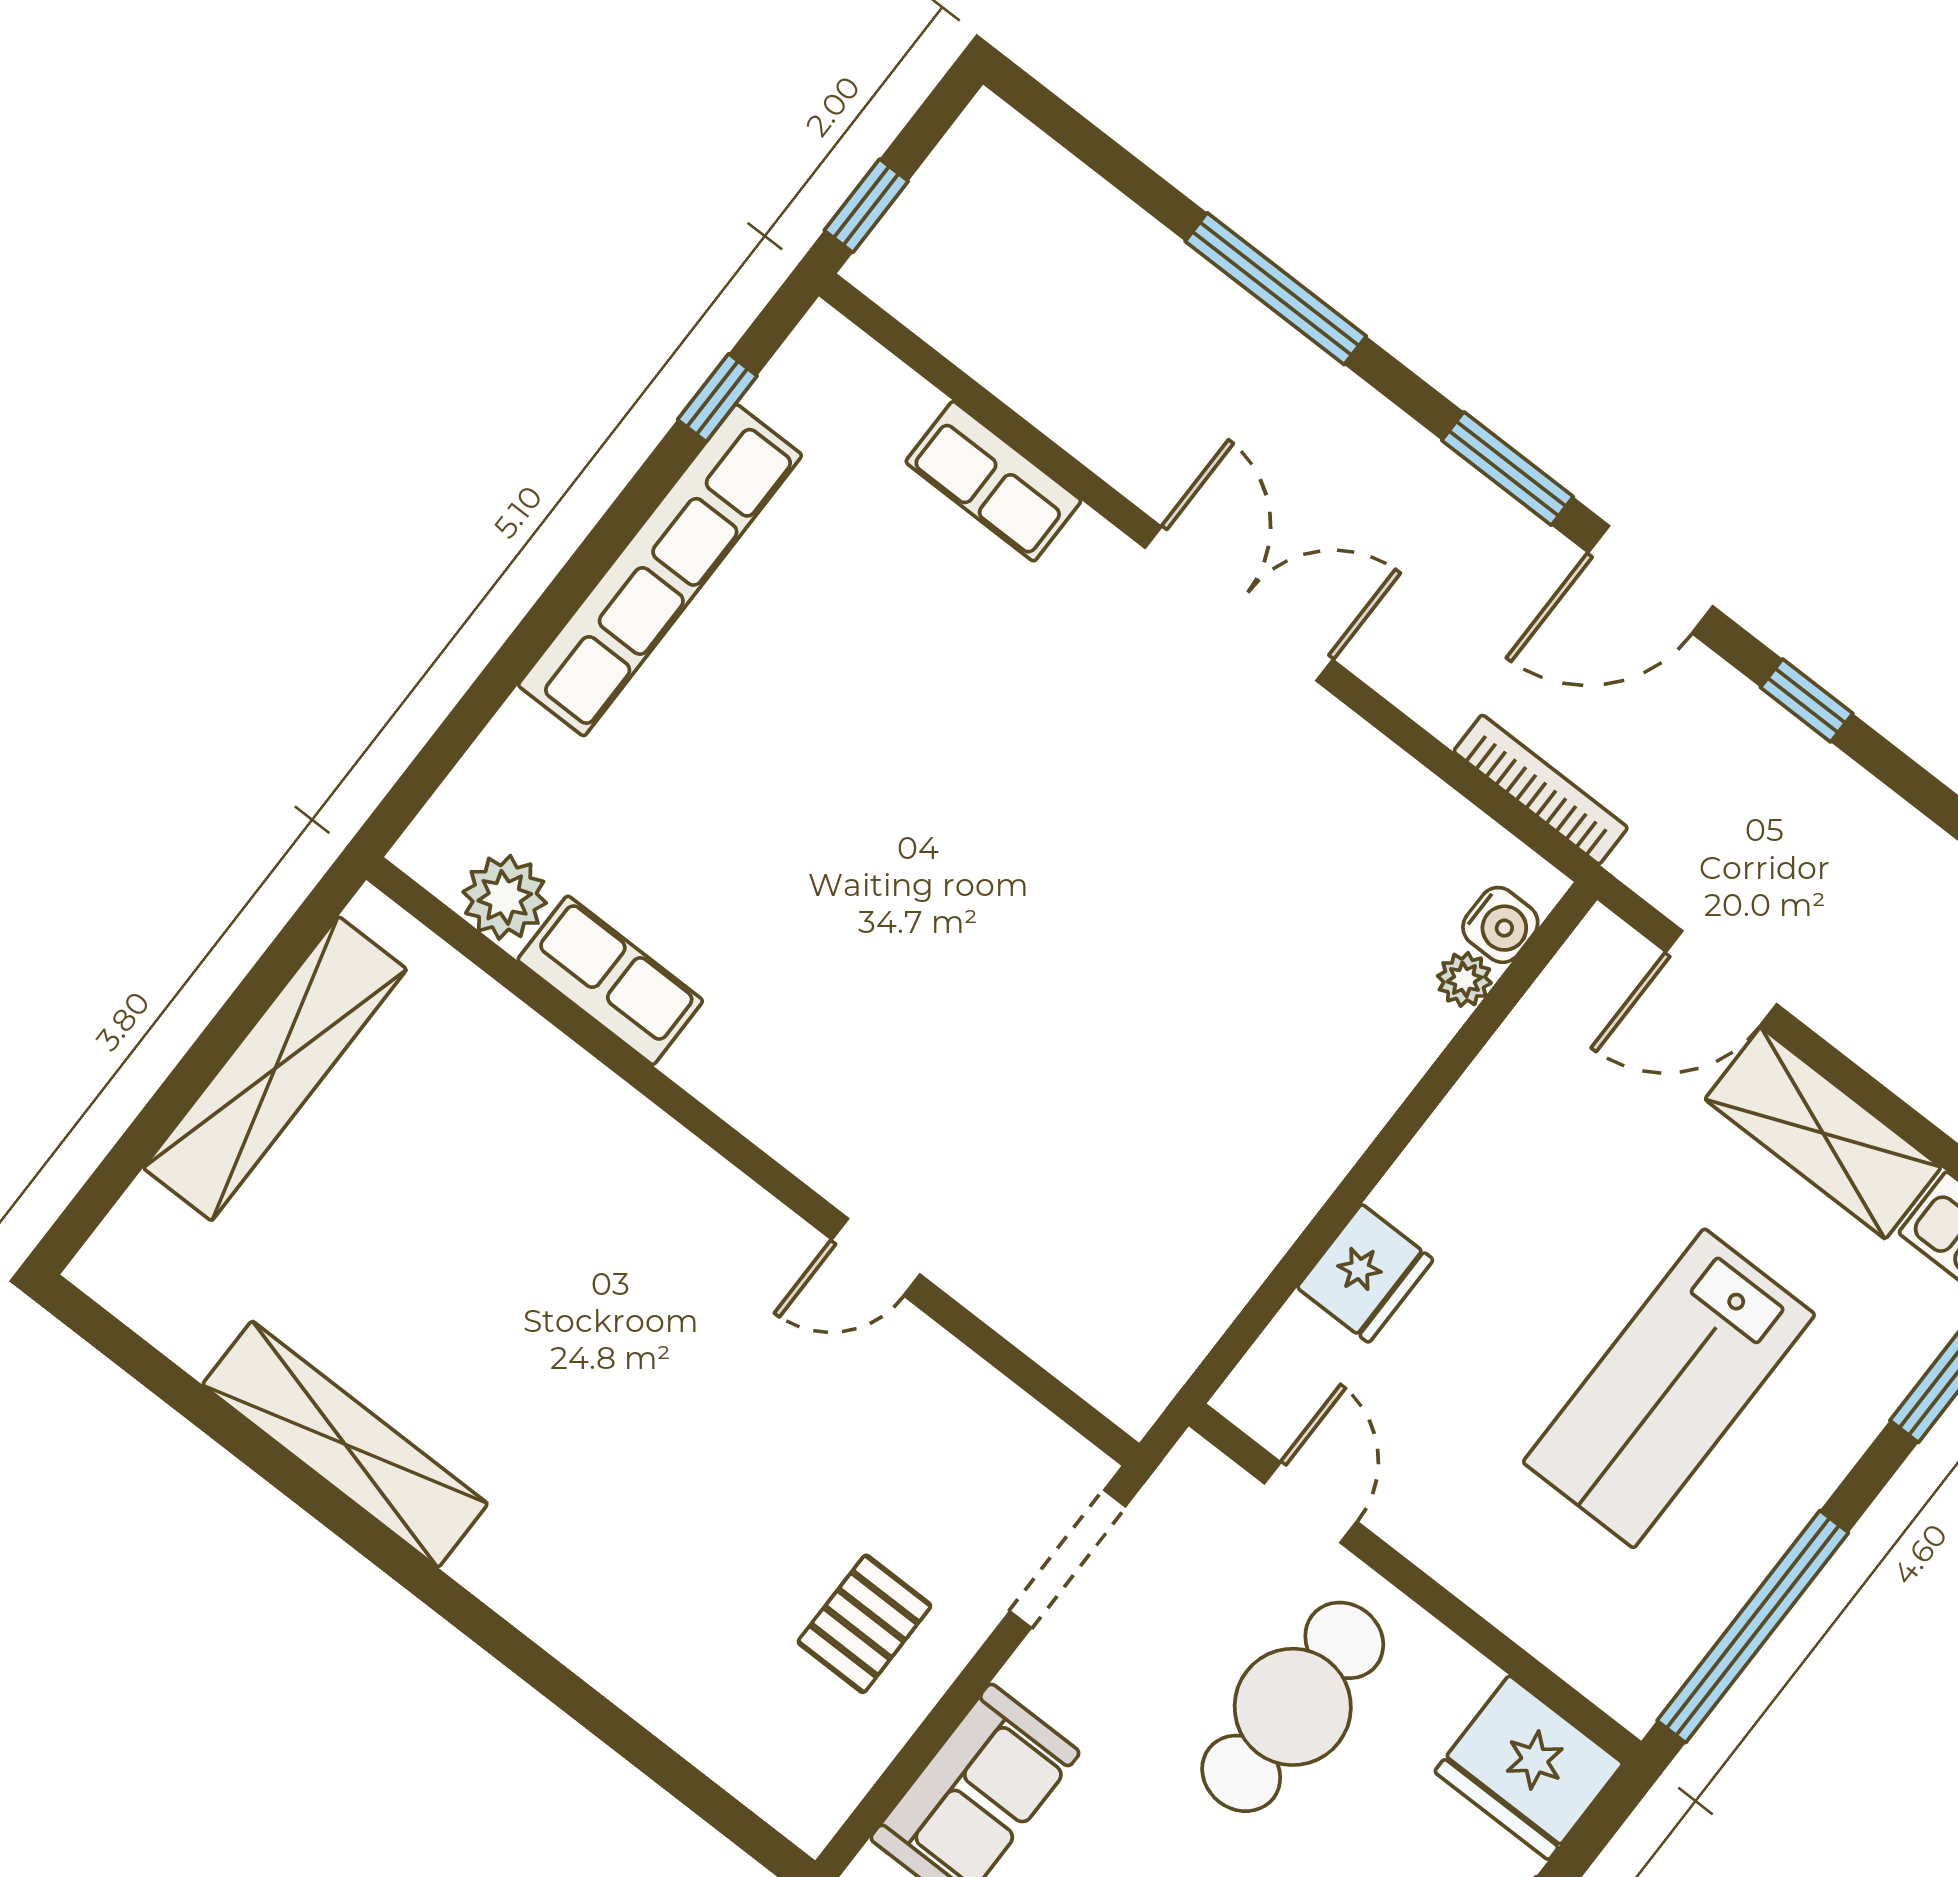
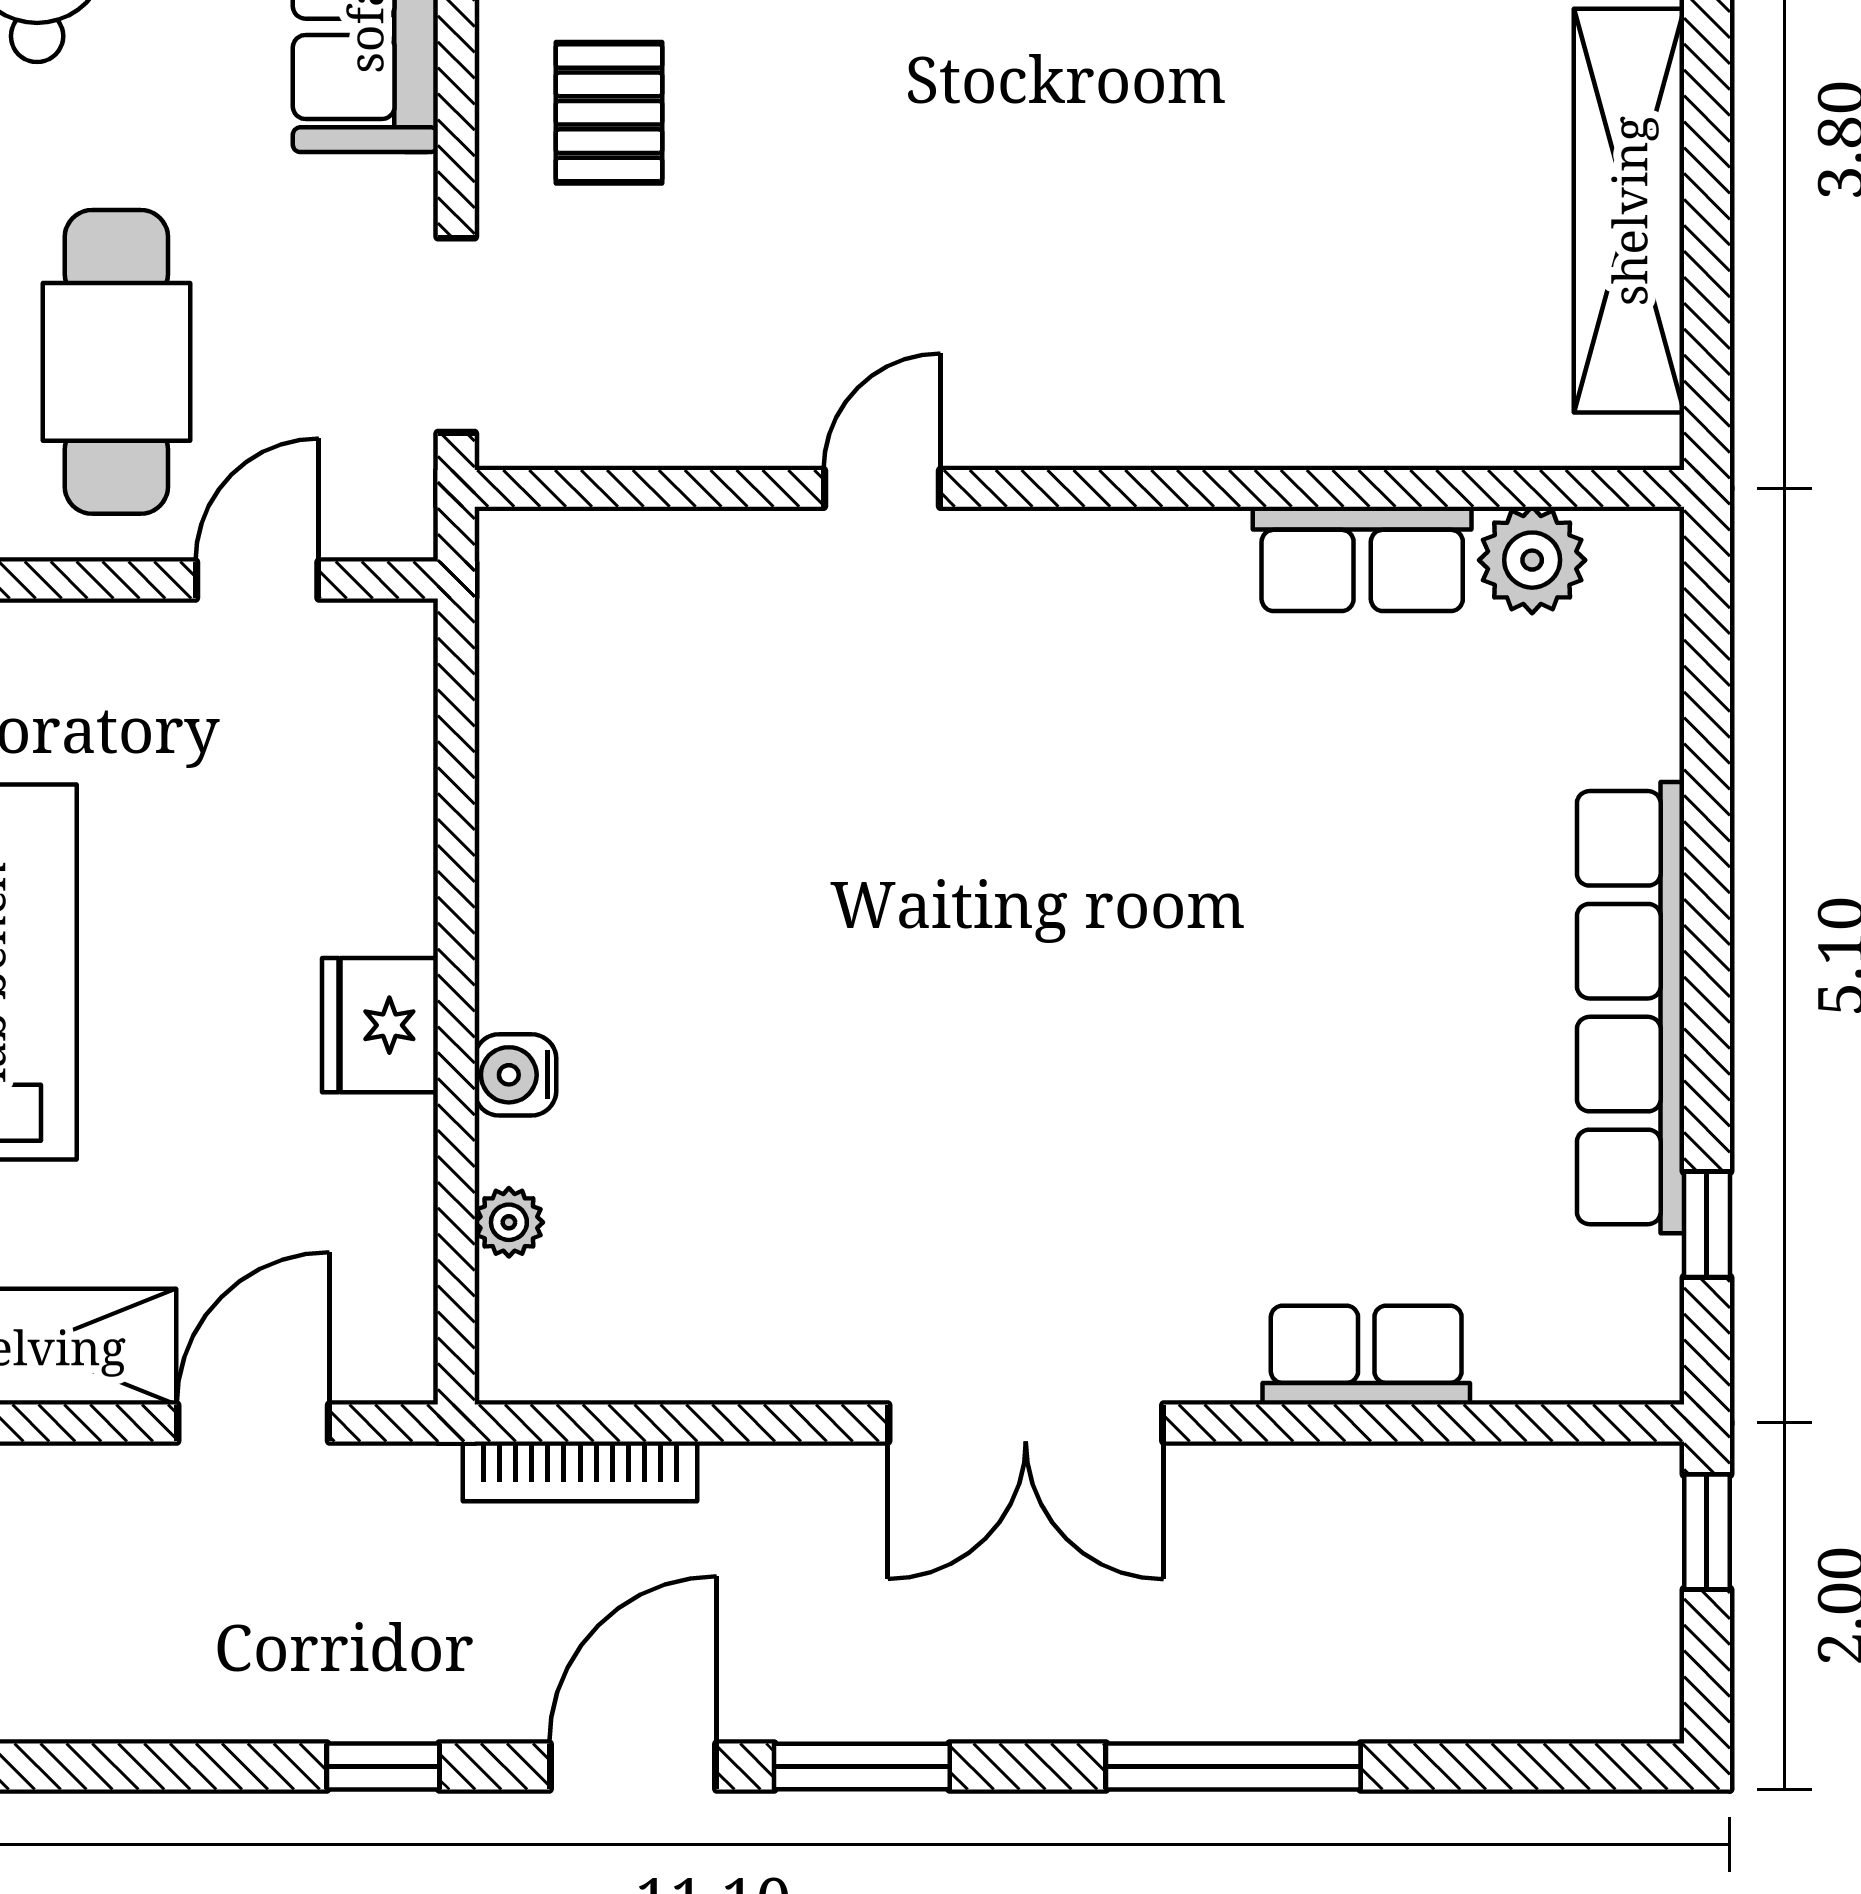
water cooler: (1500, 925) -> (515, 1075), moved
fridge: (1365, 1273) -> (380, 1025), moved
door: (1310, 1502) -> (257, 580), swing flipped

